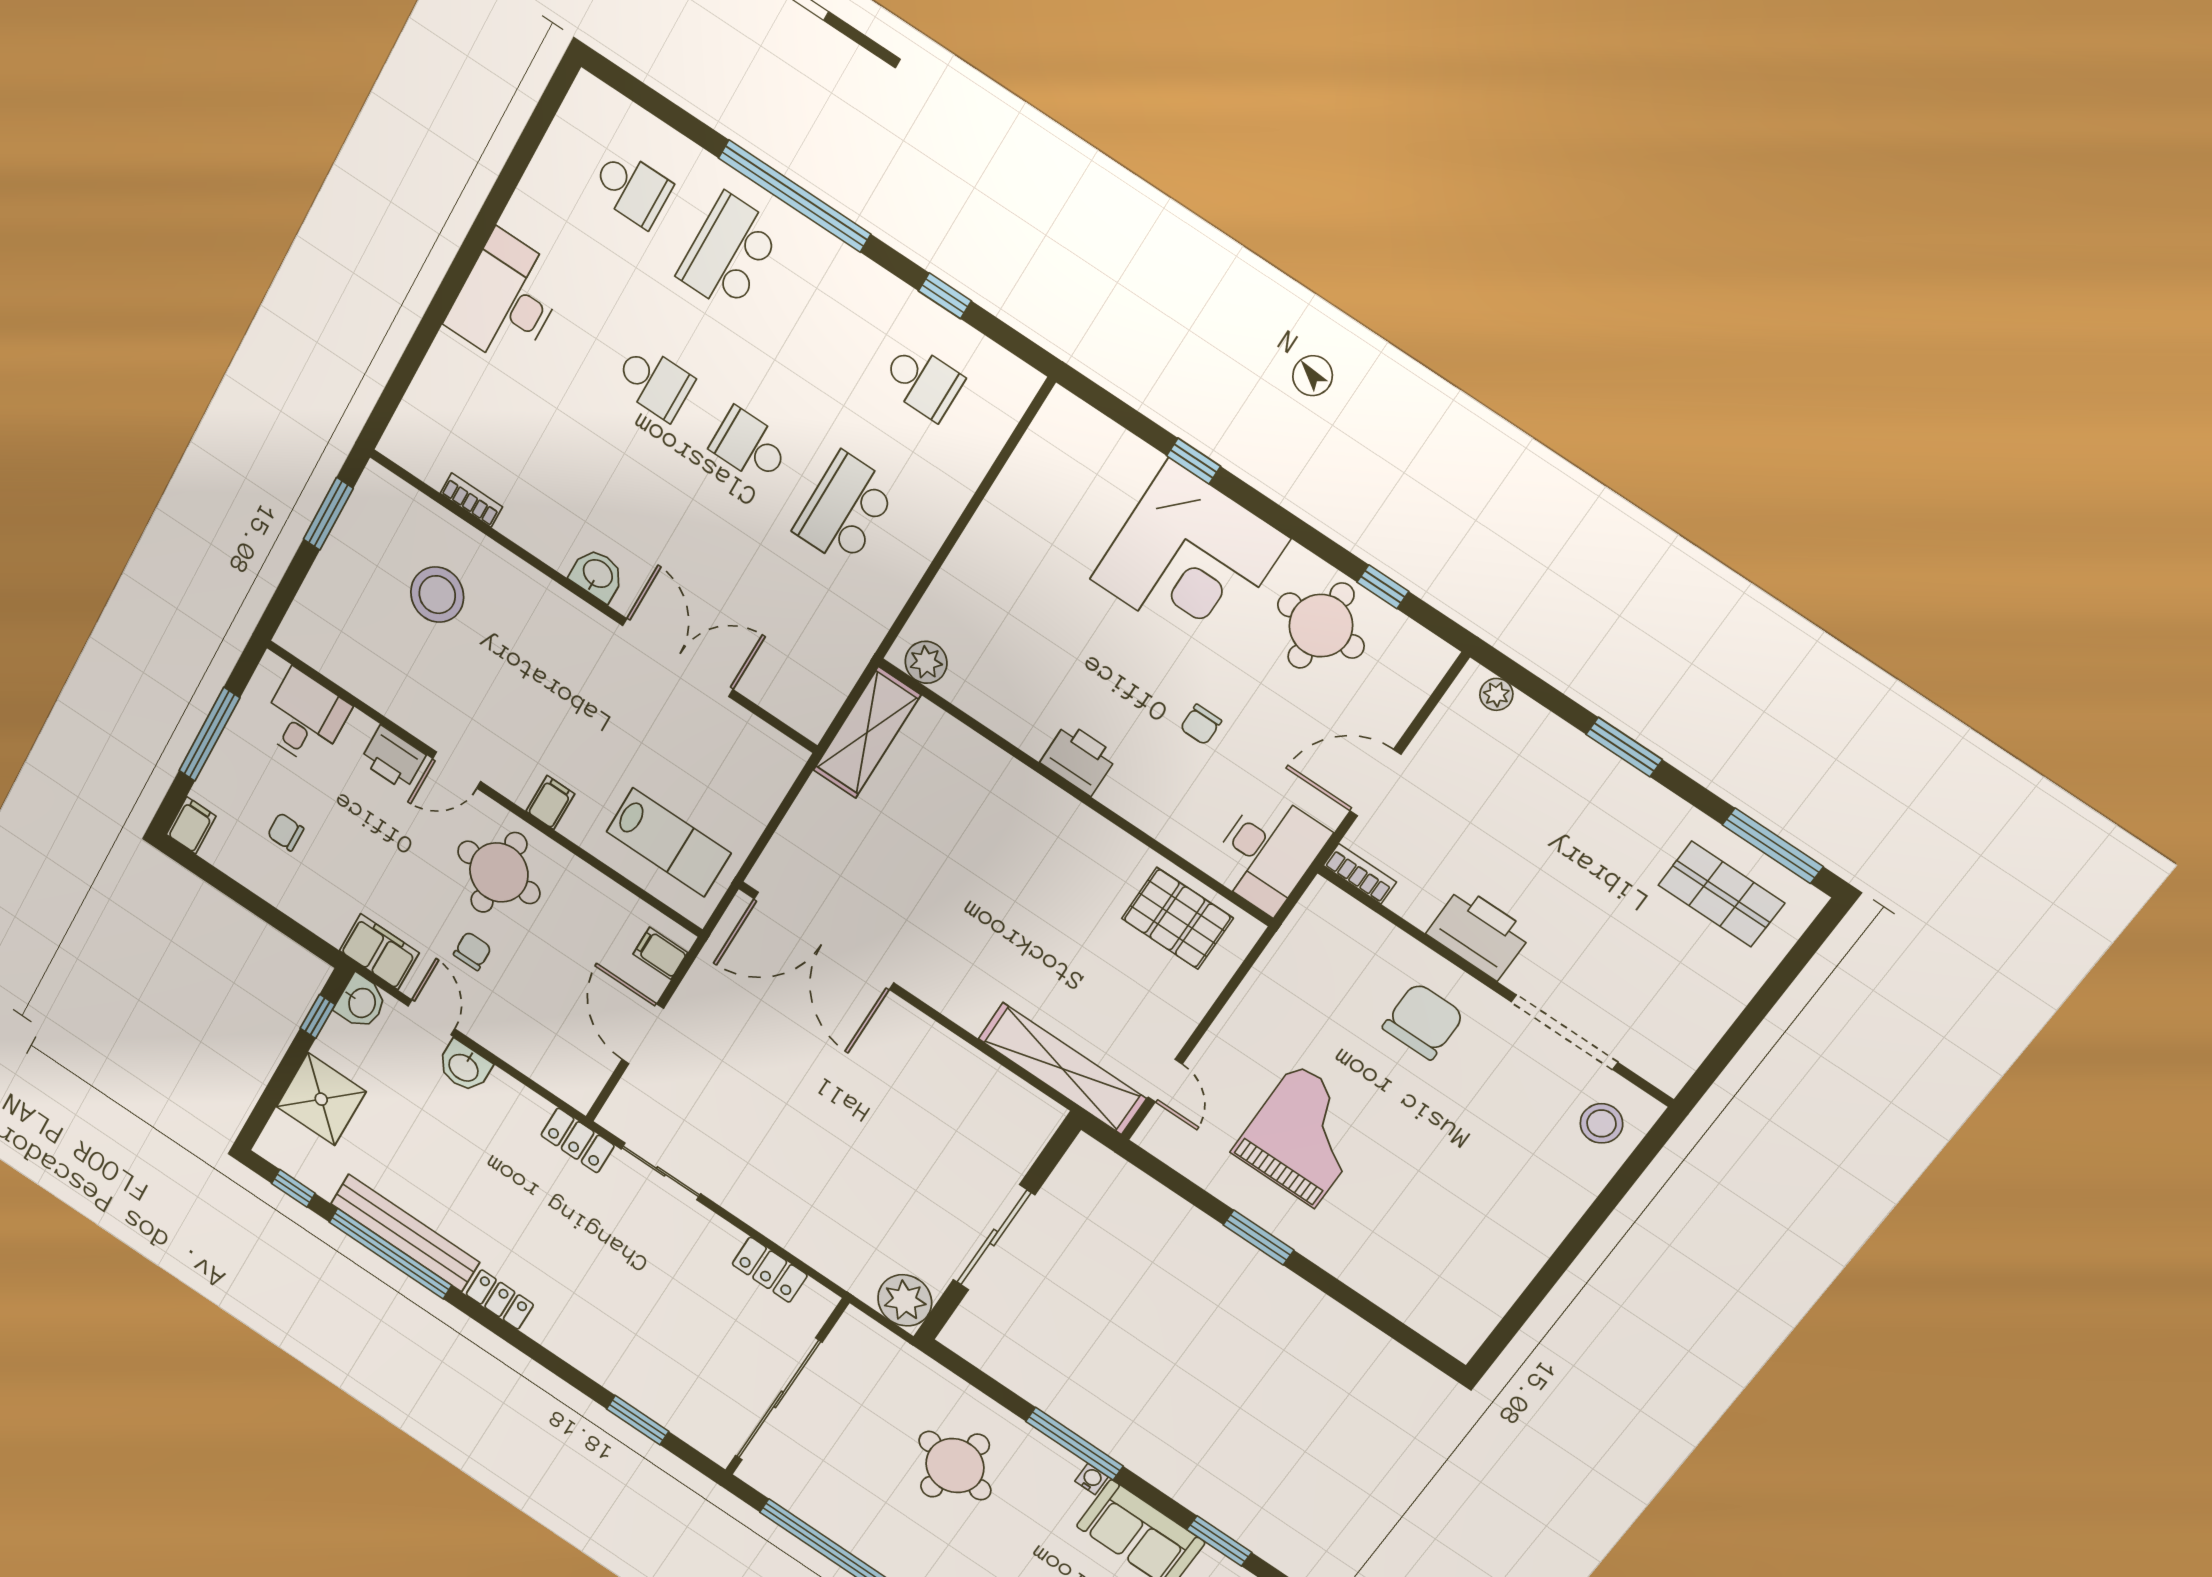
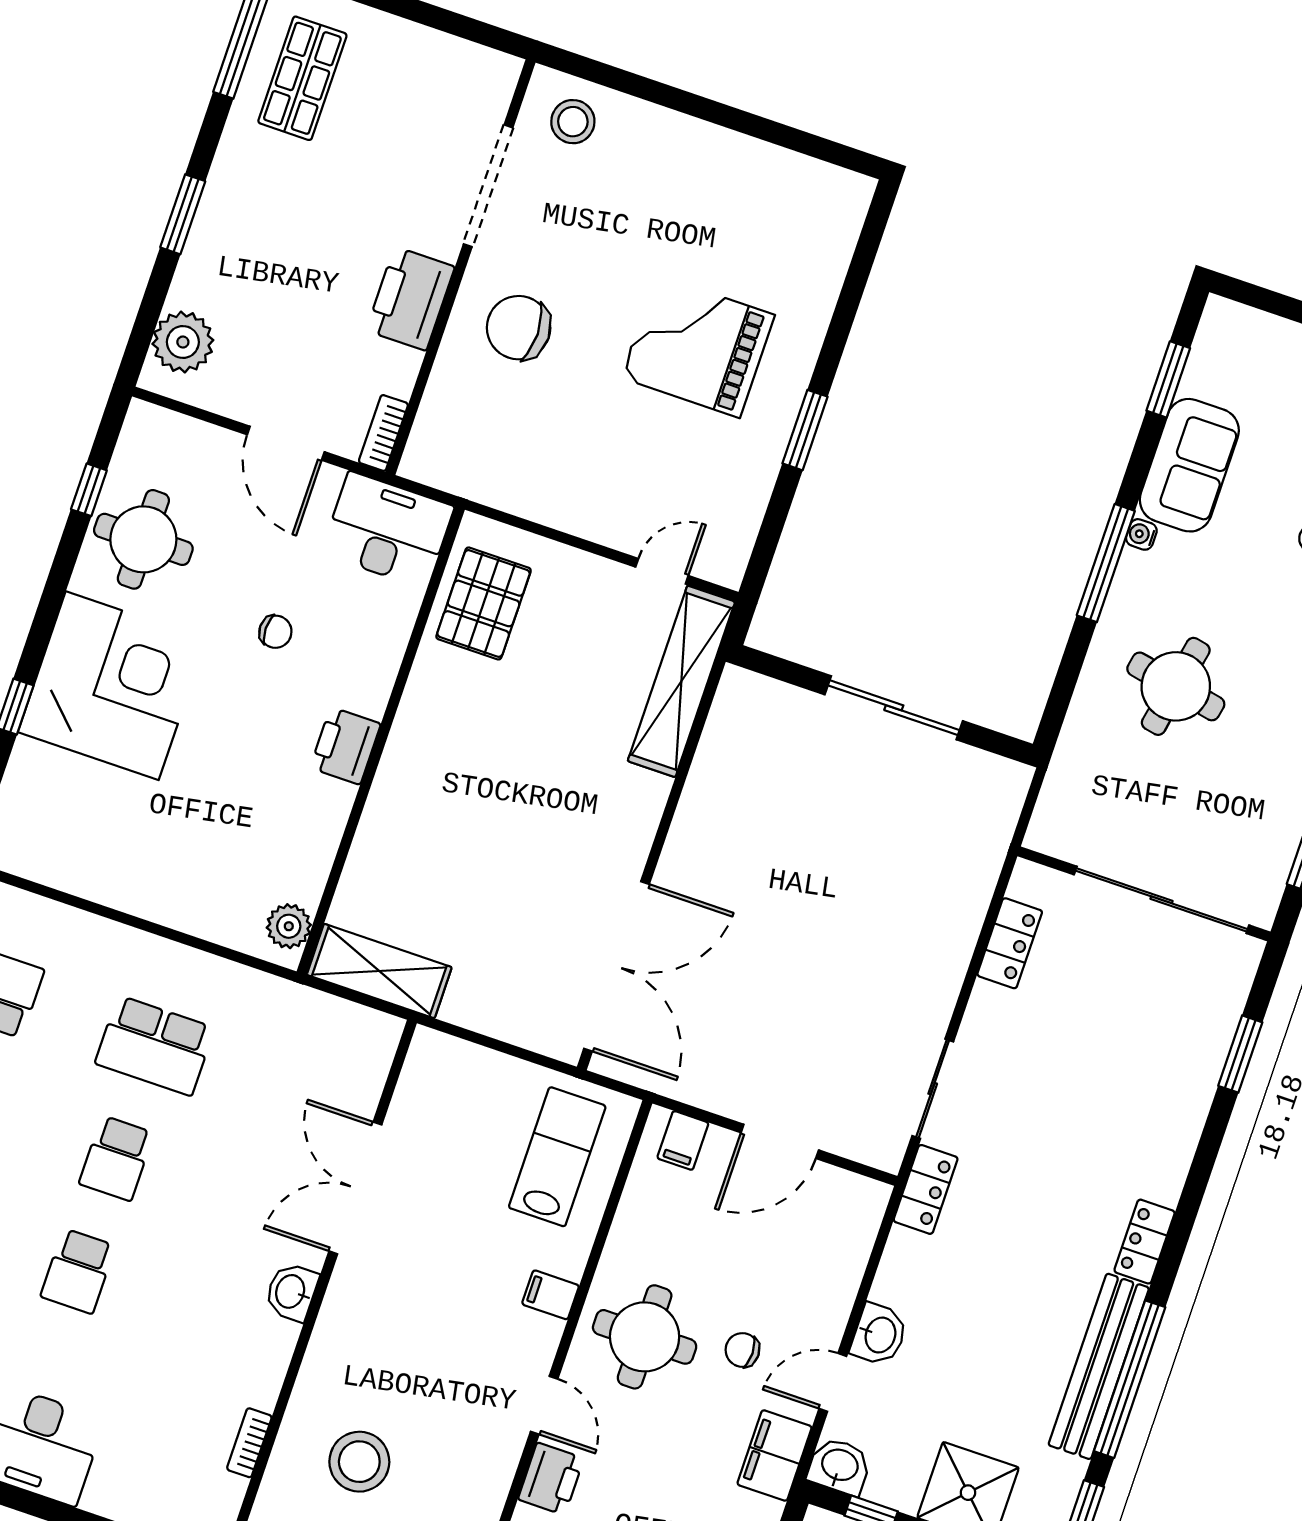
school desk: (654, 382) -> (78, 1271), turned 180
plant: (1496, 694) -> (183, 342), width x1.87, depth x1.87
grand piano: (1305, 1136) -> (698, 346), moved
plant: (905, 1300) -> (998, 787), removed

